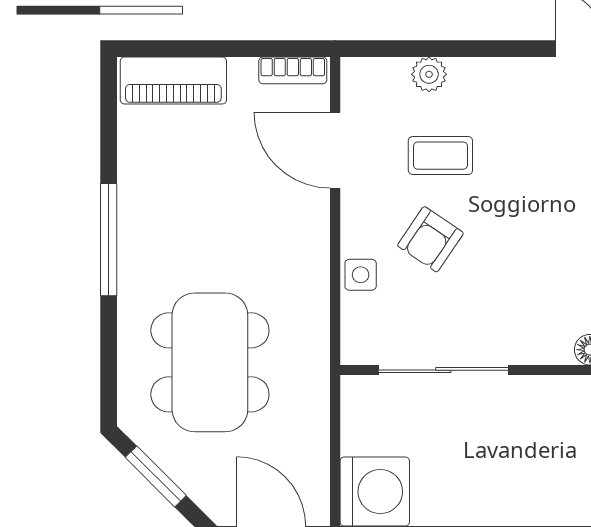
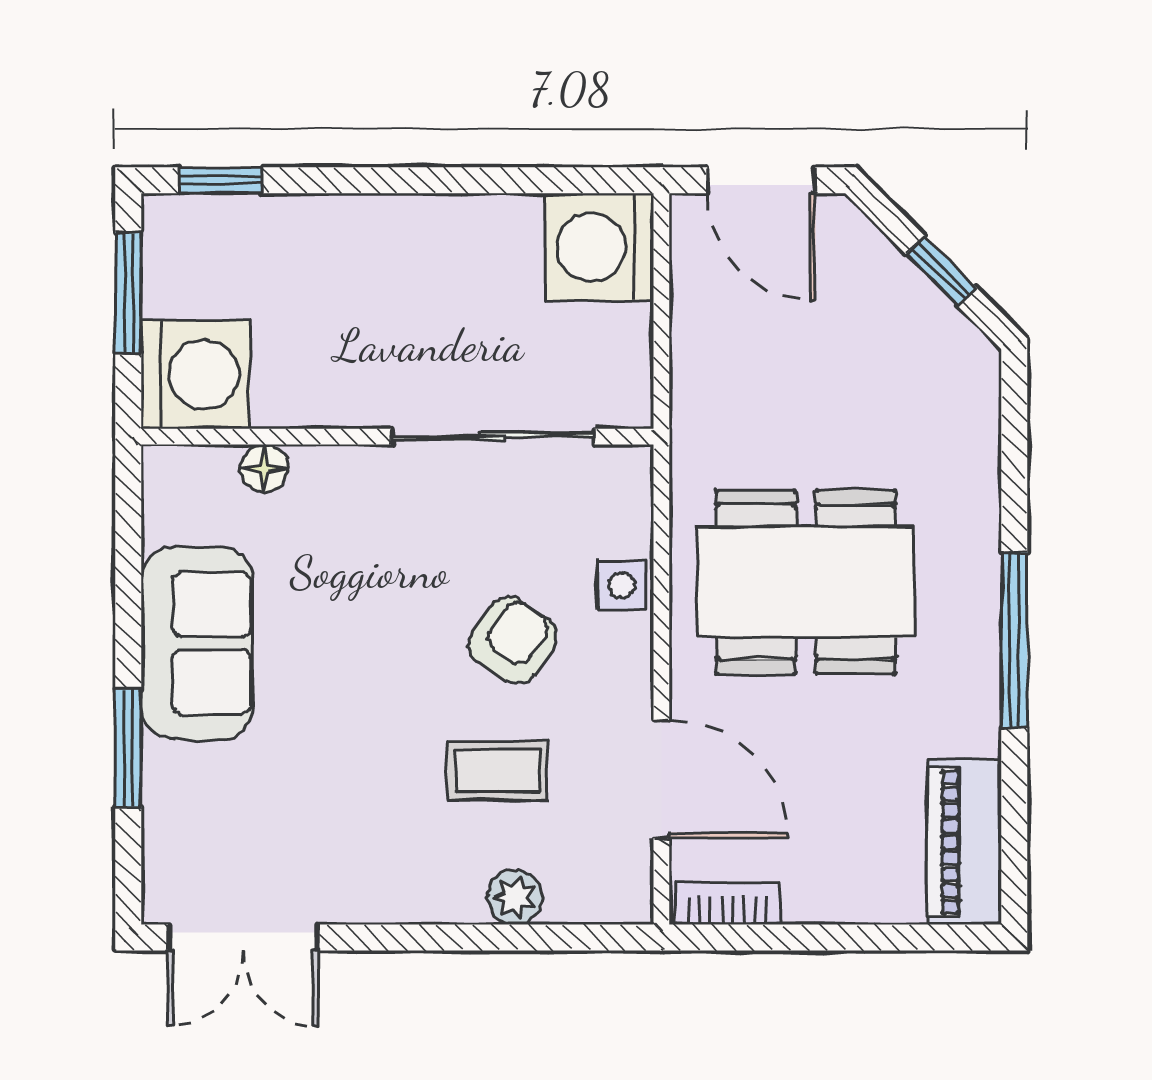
piano: (173, 80) -> (965, 842), moved, turned -90
dining table: (210, 362) -> (806, 582), moved, turned 90
window: (156, 476) -> (941, 271), width x0.67

